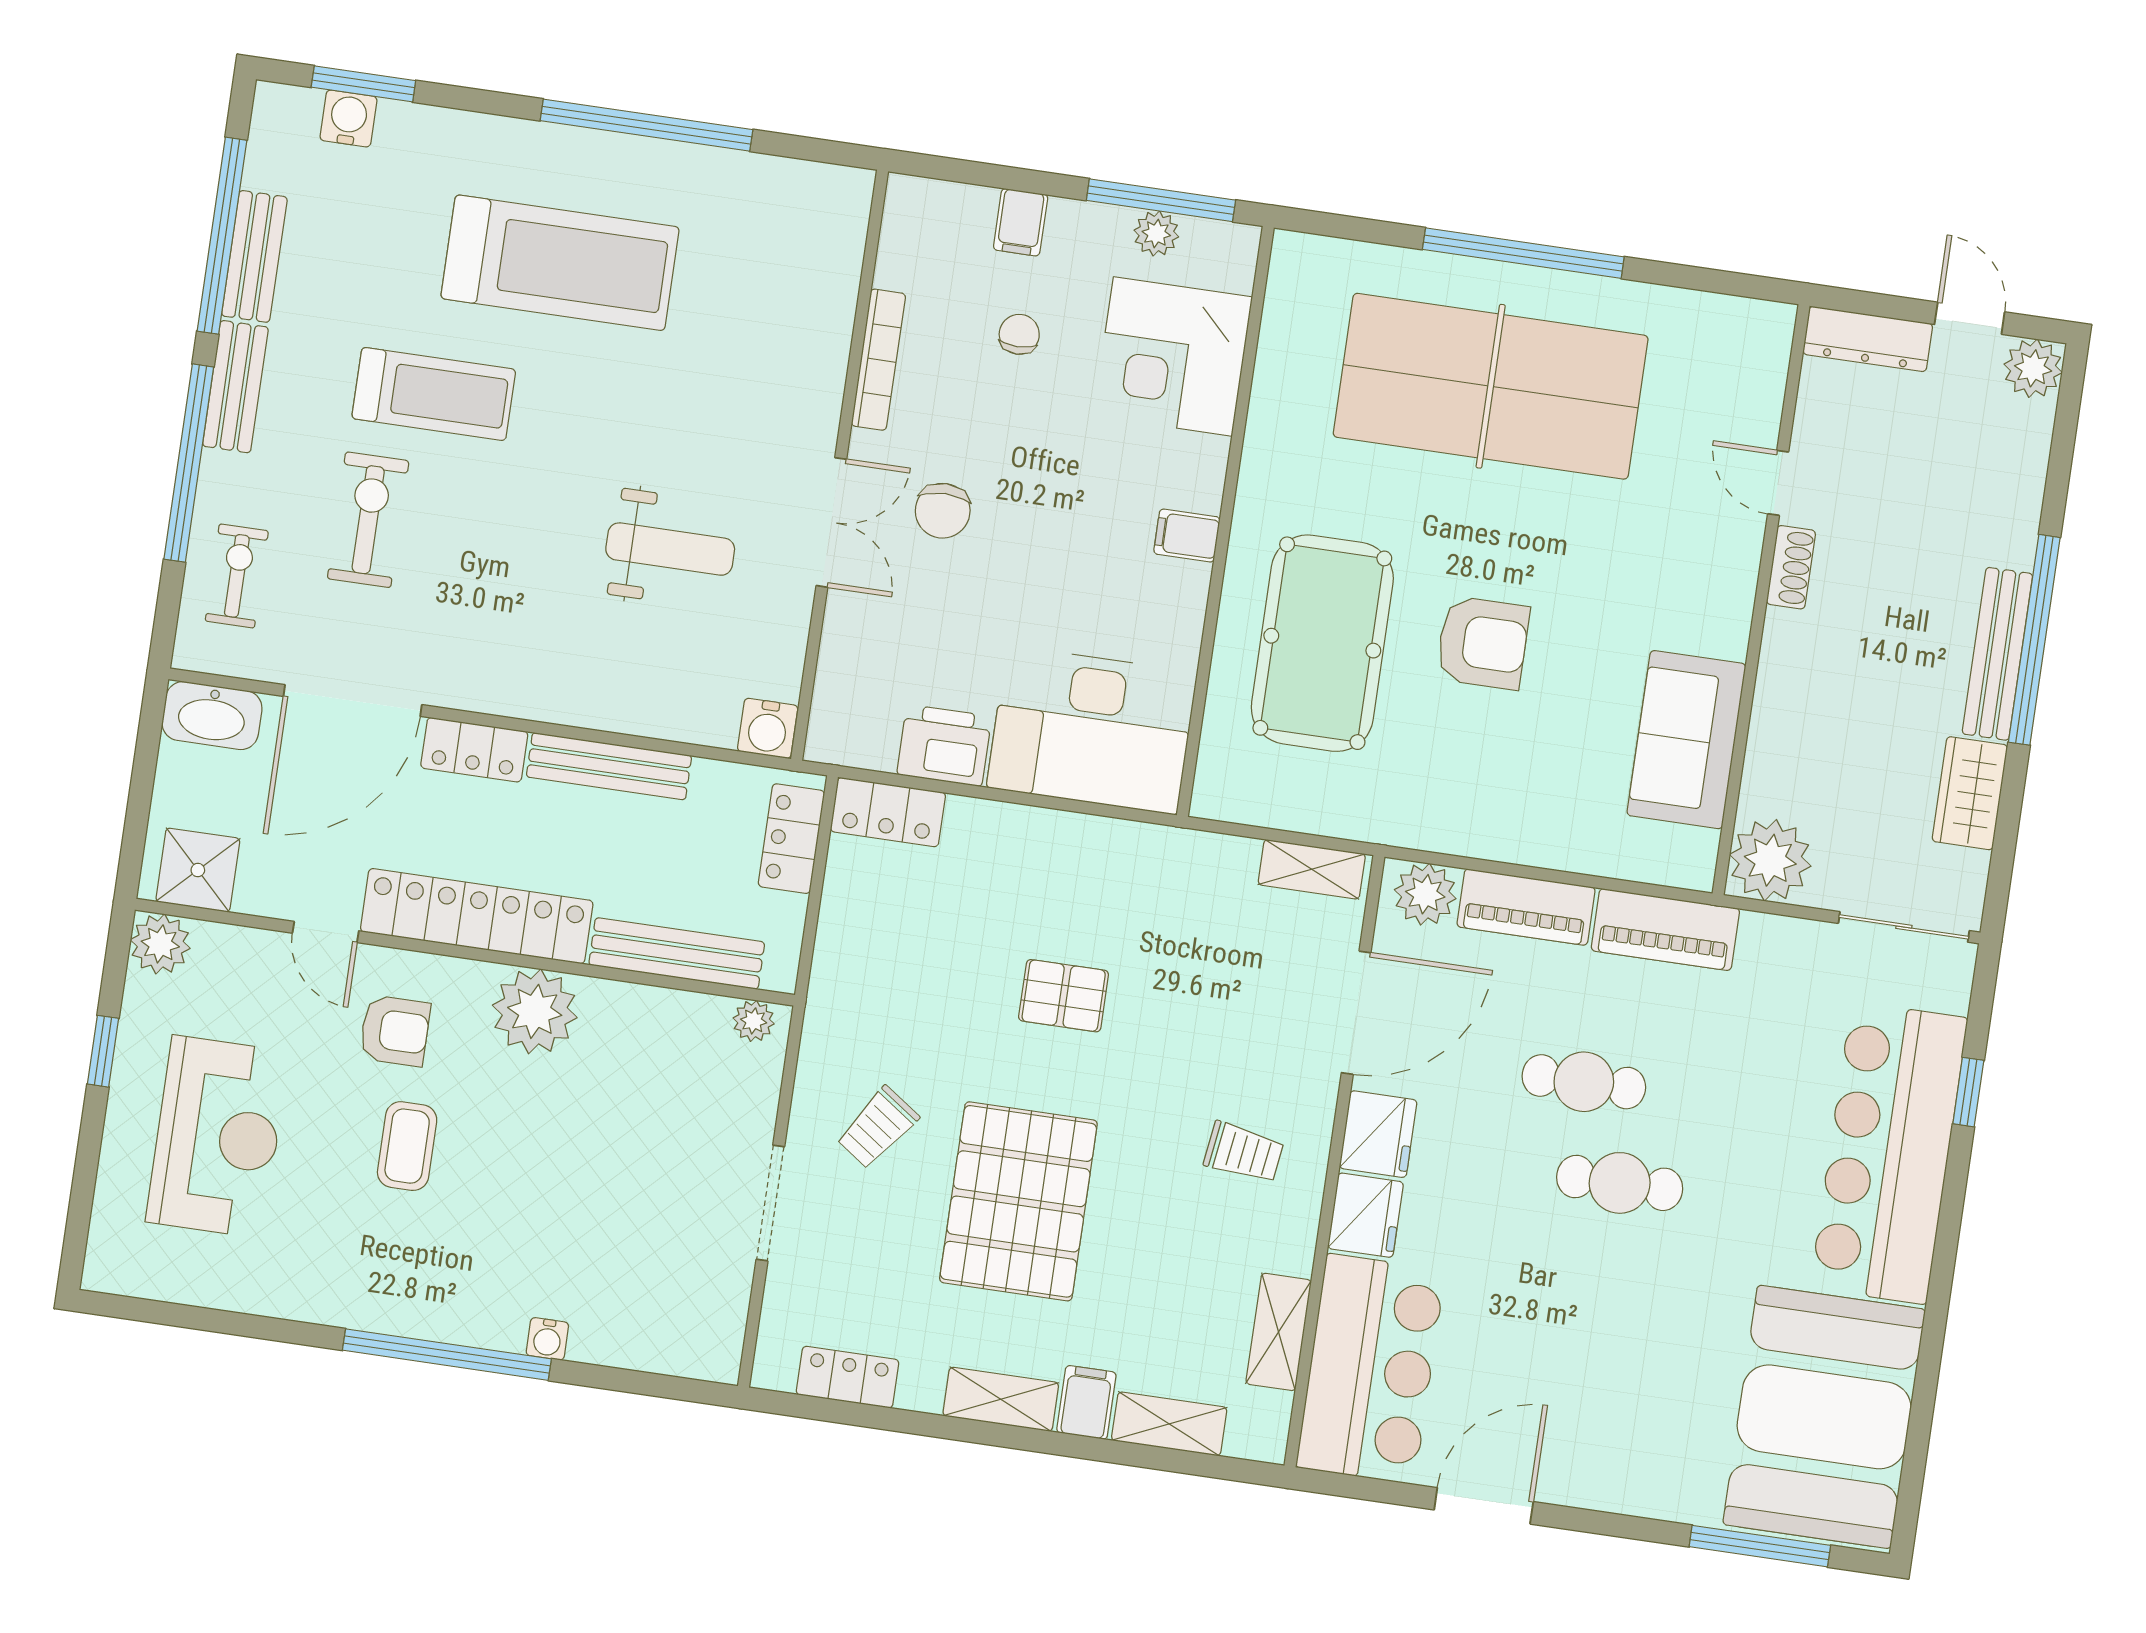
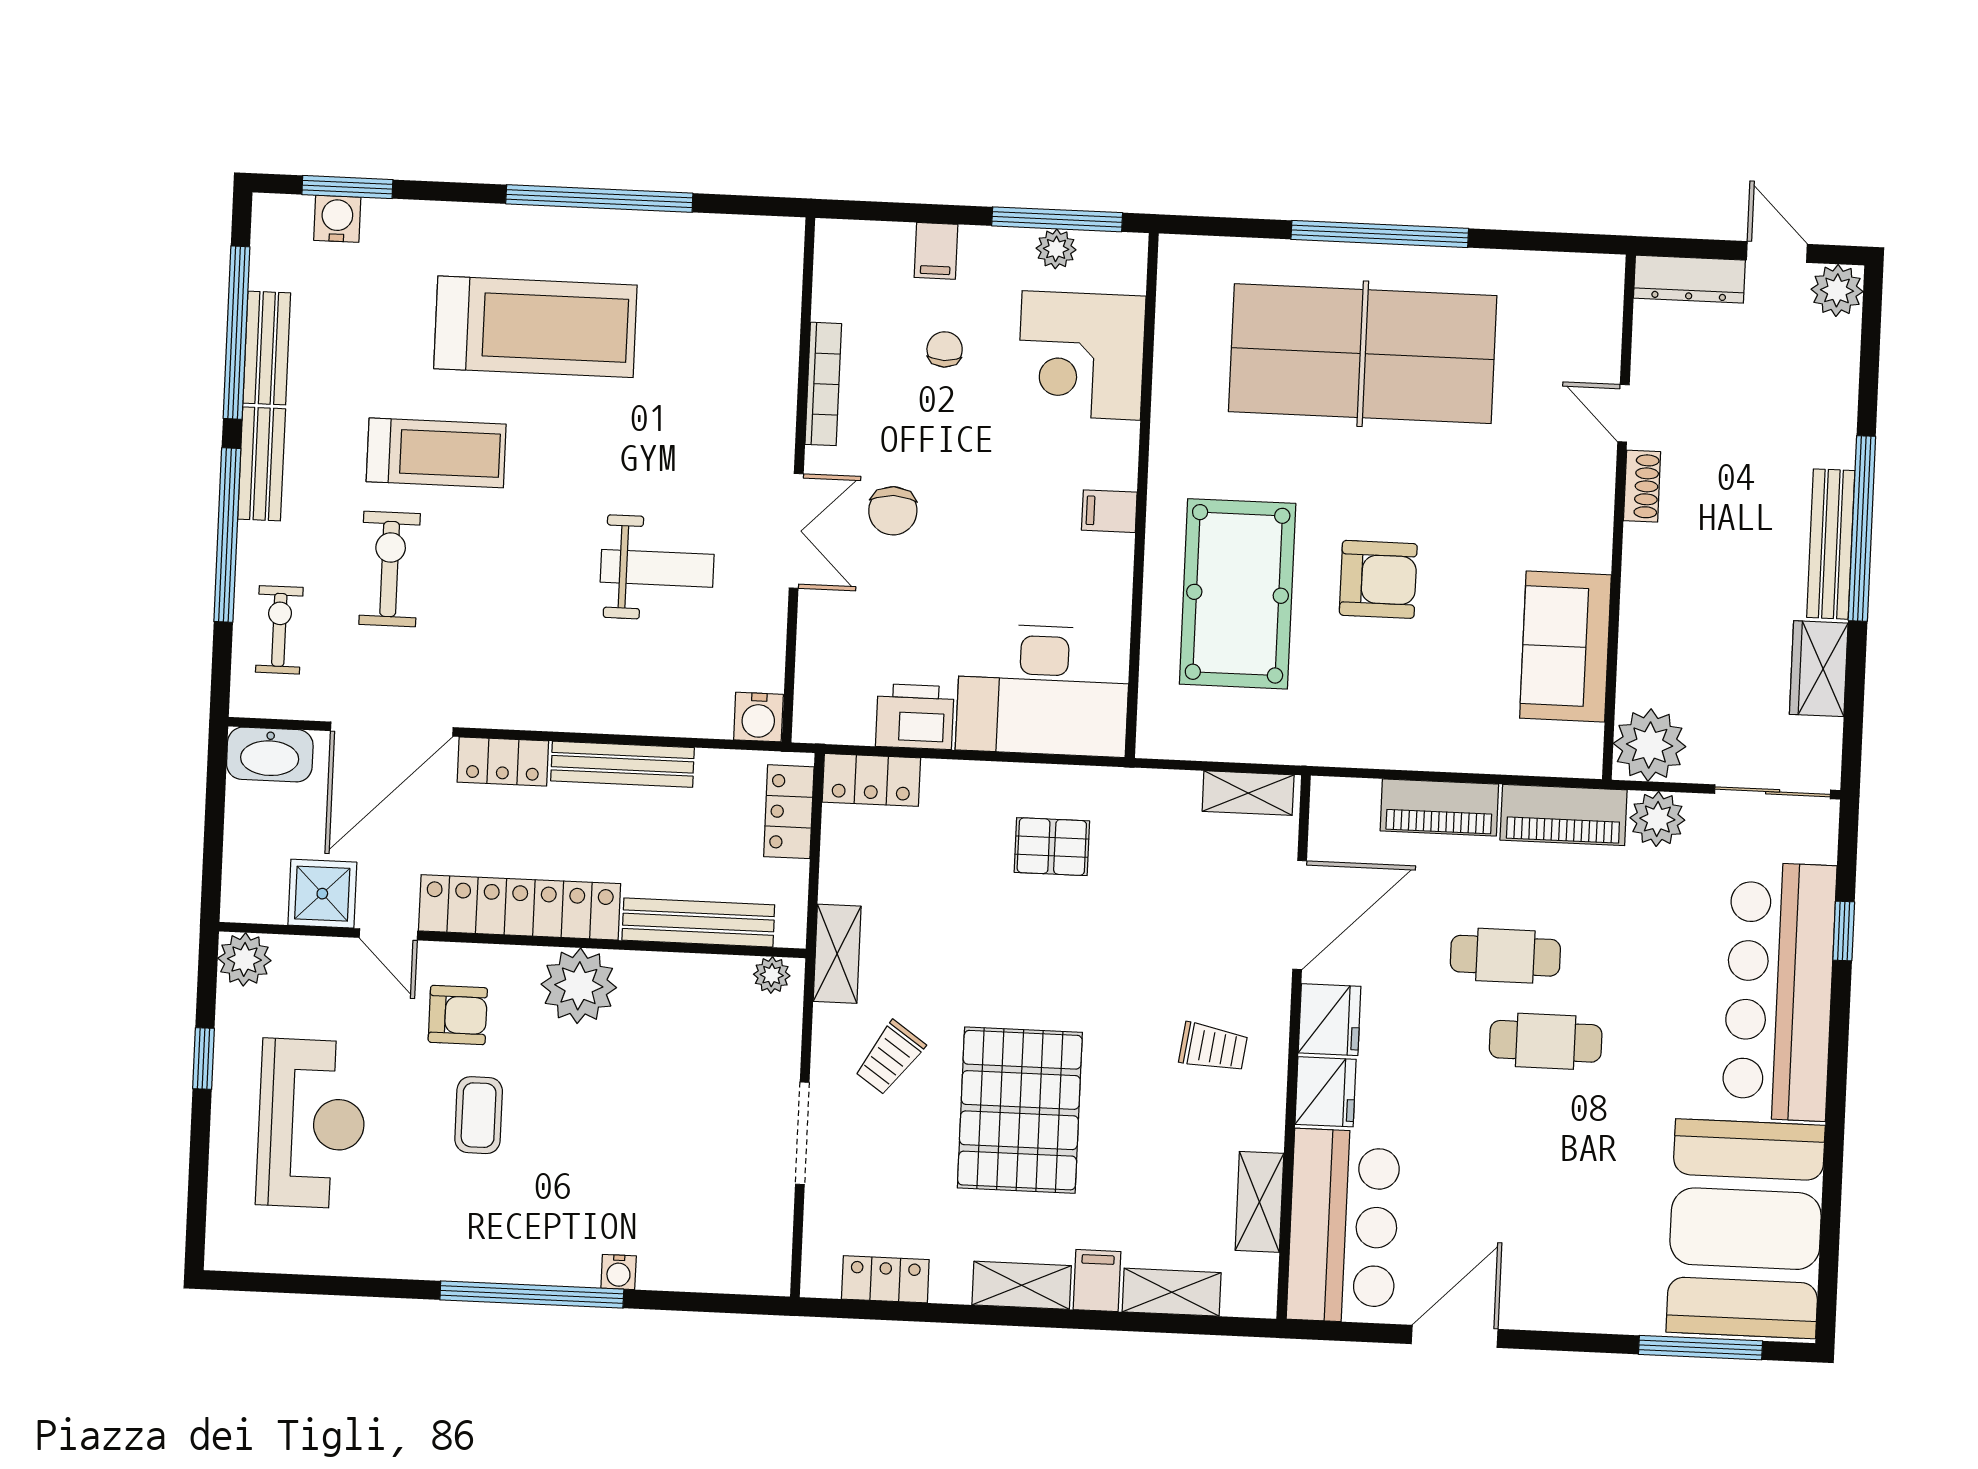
shower: (198, 870) -> (322, 894), moved
plant: (1425, 894) -> (1657, 819), moved
pallet: (1064, 996) -> (1052, 847), moved
shelving: (830, 1004) -> (837, 954), added

